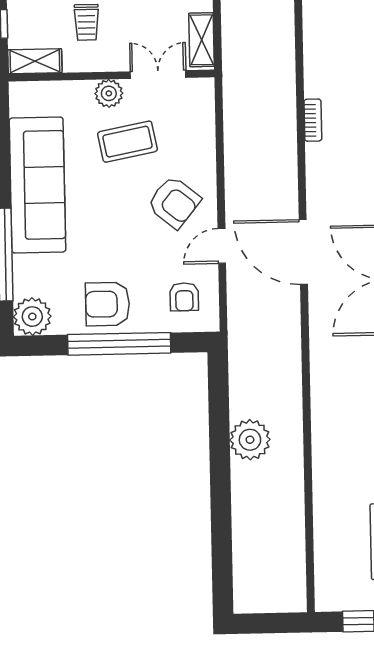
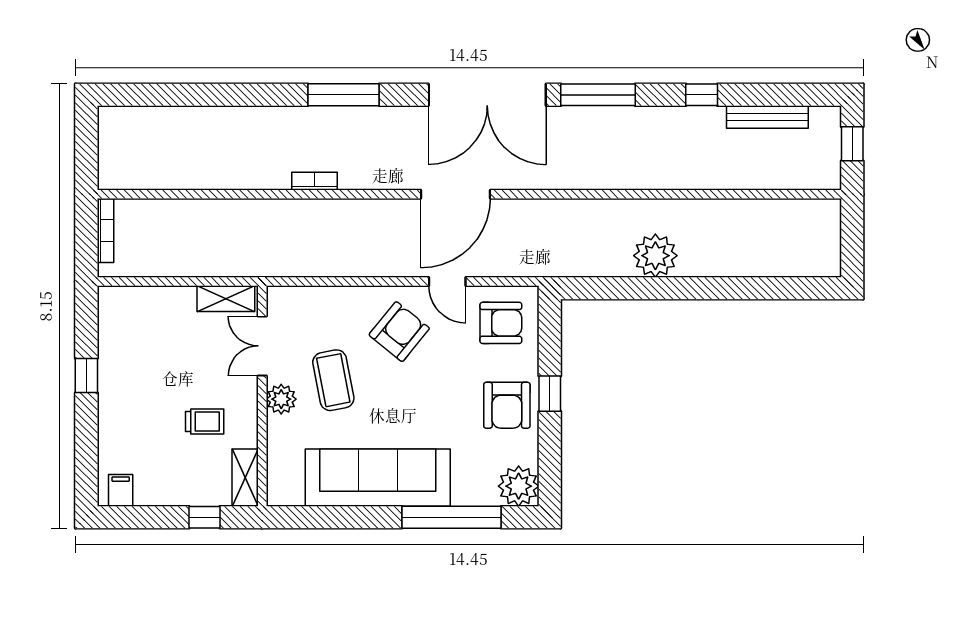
armchair: (184, 297) -> (501, 323), width x1.38, depth x1.38
window: (119, 344) -> (550, 394), width x0.32

